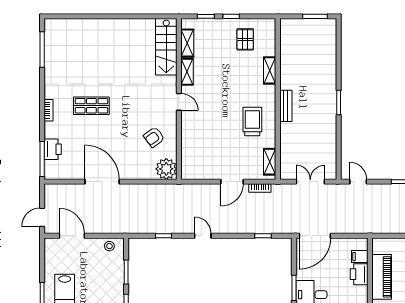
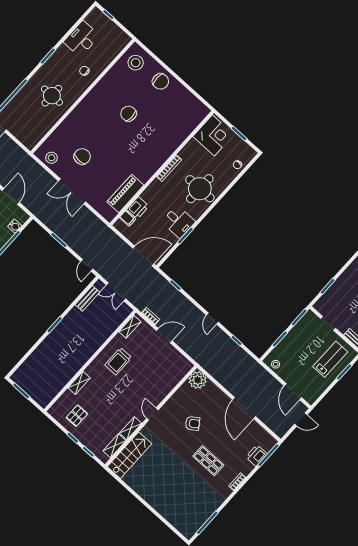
bench: (286, 106) -> (87, 298), moved
armchair: (154, 137) -> (193, 423), moved

